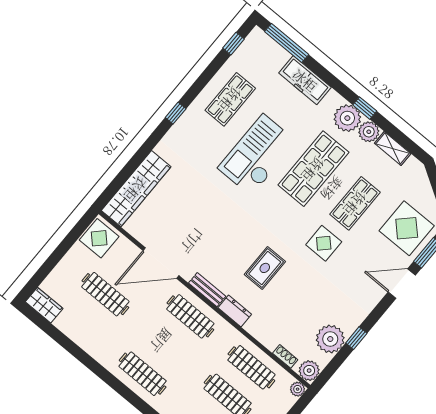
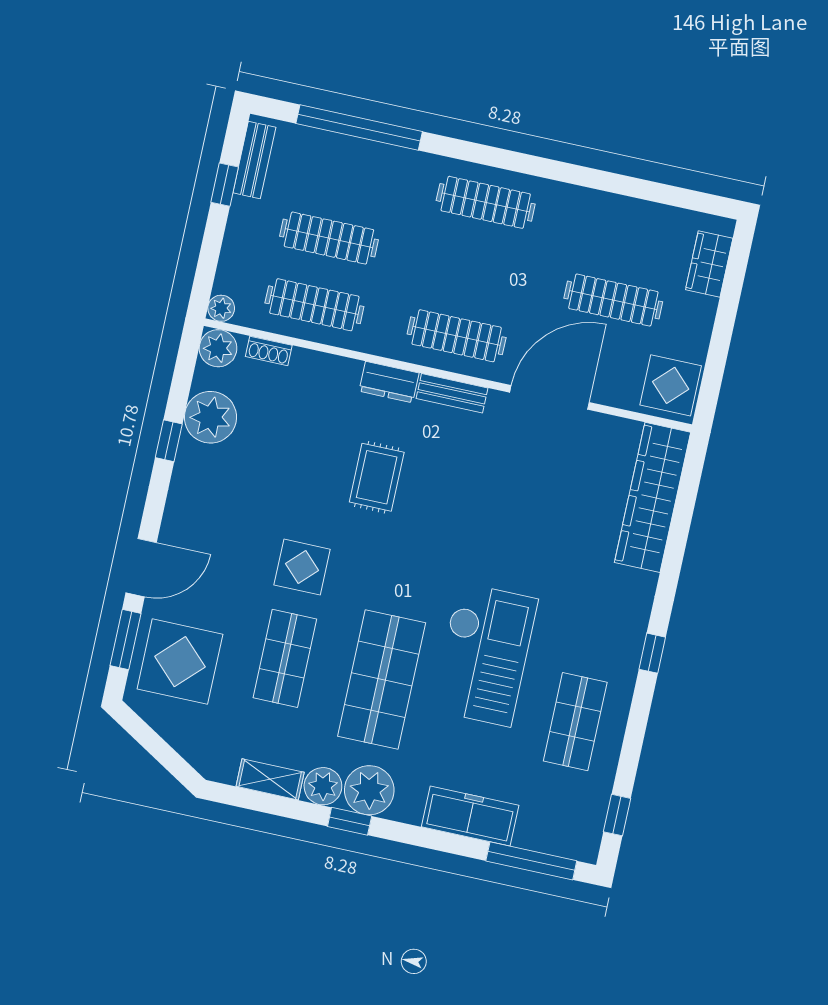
wardrobe: (44, 305) -> (709, 264), moved, turned 90

